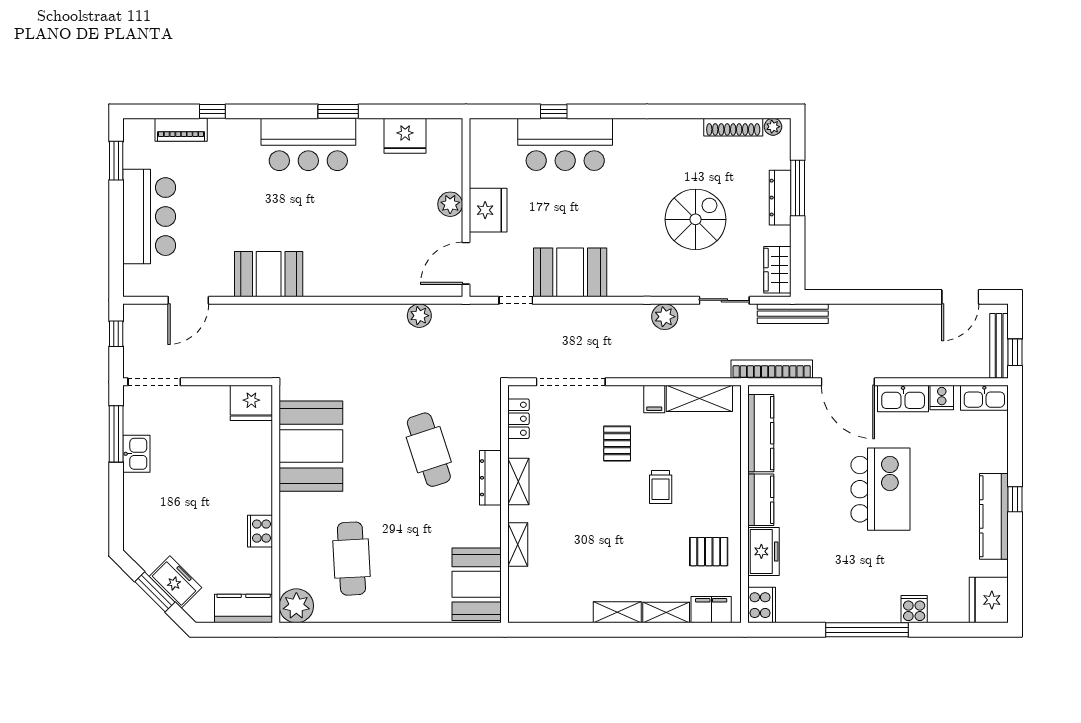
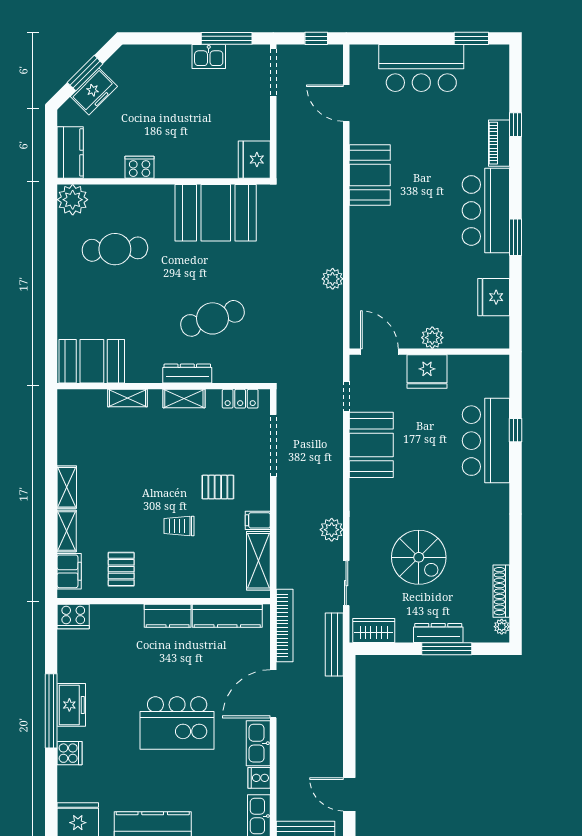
piano: (181, 130) -> (499, 143), moved
plant: (419, 316) -> (333, 279), moved
freezer: (763, 551) -> (71, 705), moved, turned -90

